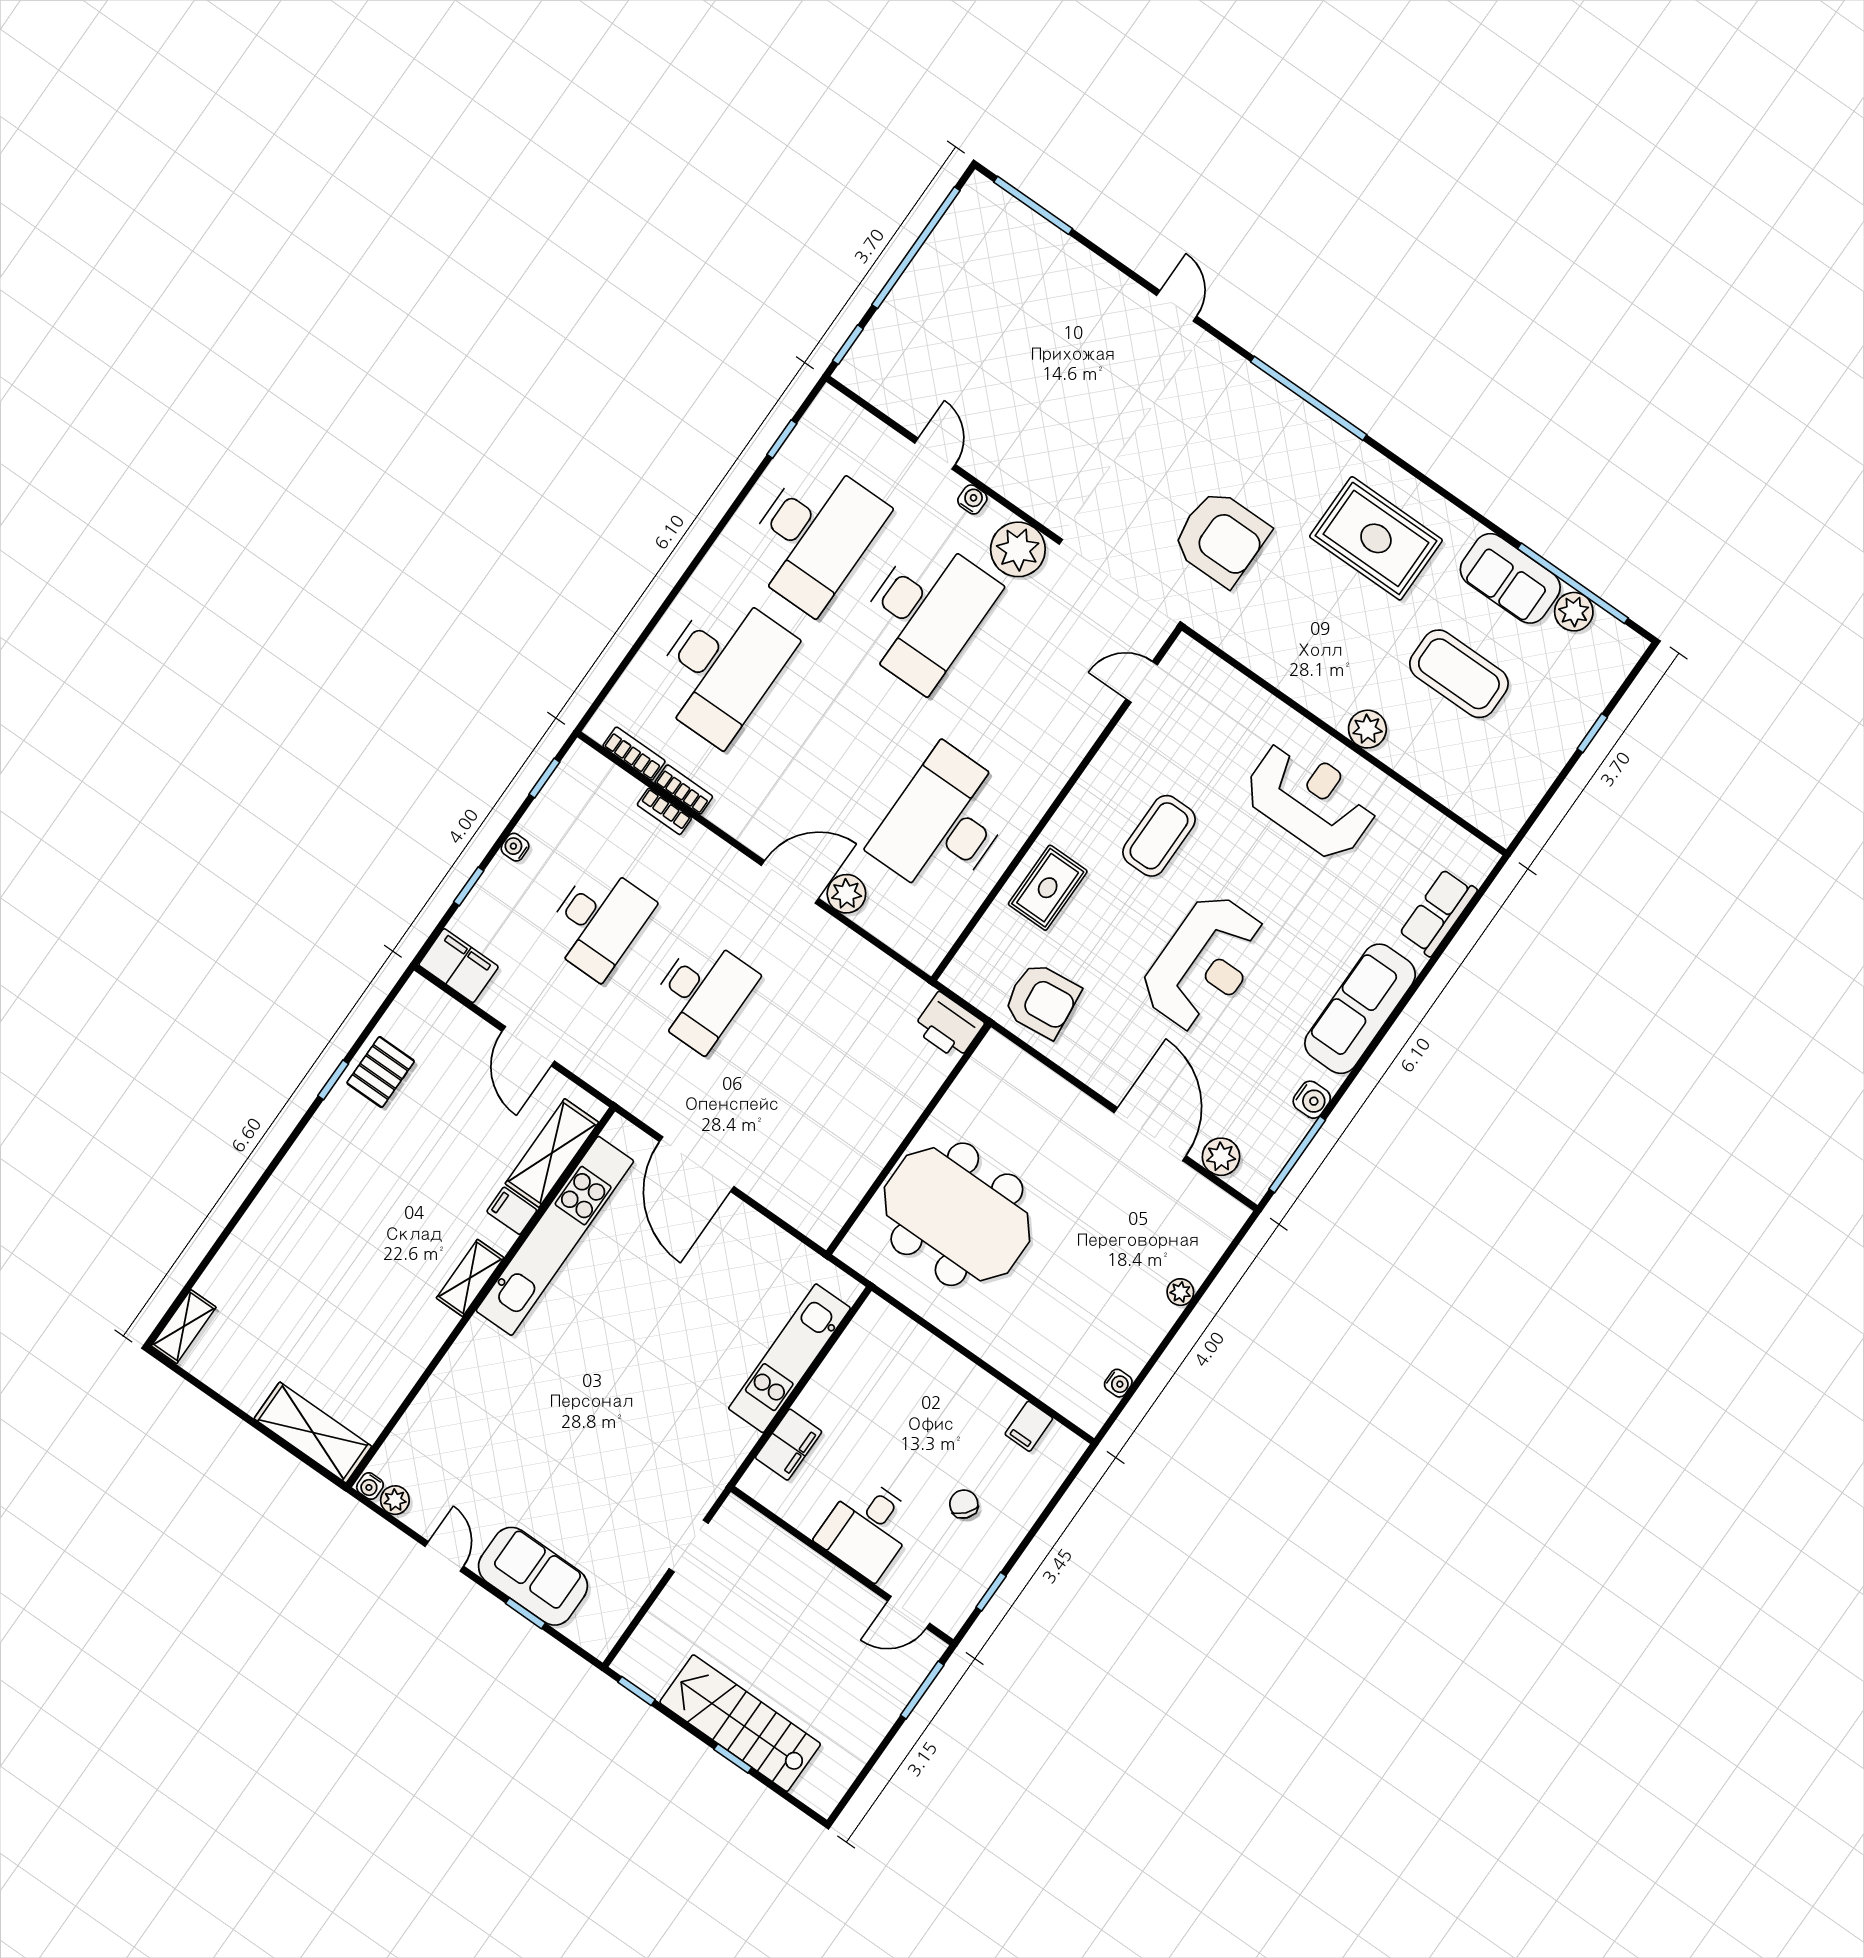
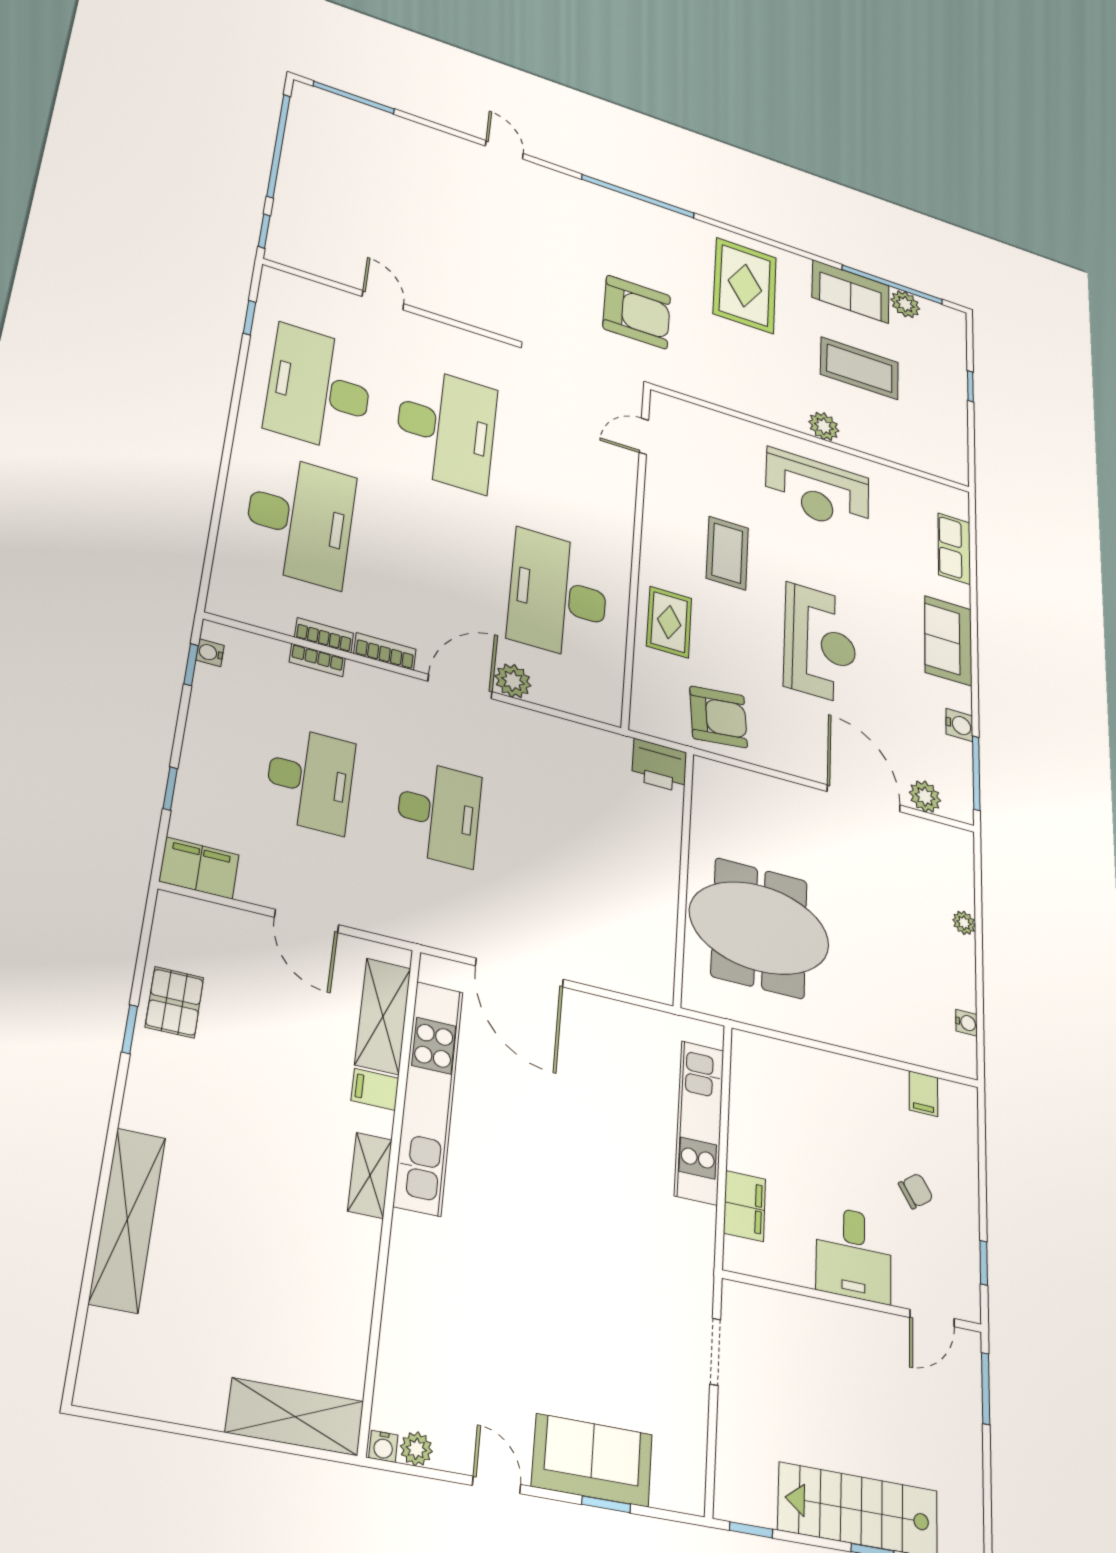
water cooler: (972, 499) -> (433, 329), removed
desk: (814, 535) -> (319, 389), turned 180
rug: (1376, 538) -> (745, 286), turned 90
plant: (1018, 549) -> (491, 359), removed
bookcase: (634, 754) -> (385, 651), moved
reception desk: (1311, 800) -> (817, 491), turned 180
water cooler: (515, 847) -> (210, 653), moved
sofa: (1360, 1009) -> (948, 641), width x0.73
shelving: (184, 1327) -> (127, 1220), moved, width x2.20, depth x1.33
chair: (964, 1504) -> (916, 1191), turned 105

